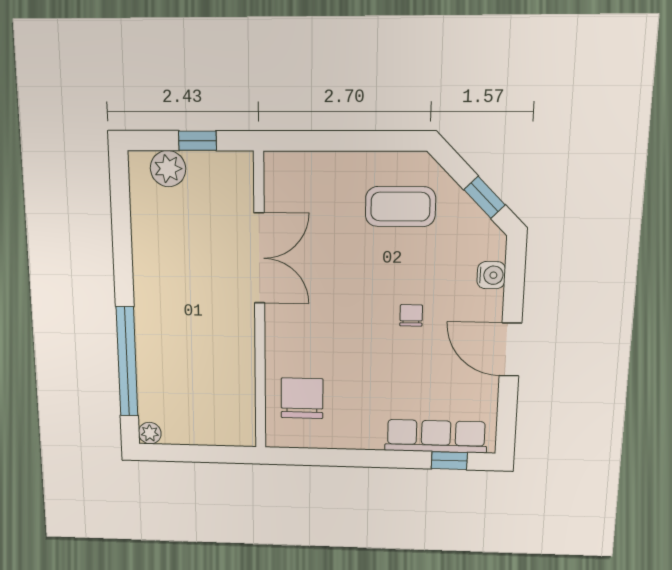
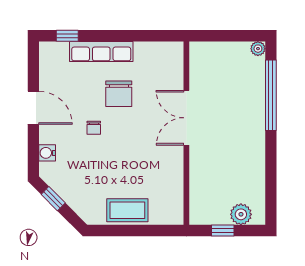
coffee table: (400, 207) -> (127, 210), moved
double door: (259, 258) -> (186, 118), moved
chair: (302, 398) -> (119, 94), moved
row of seats: (436, 436) -> (101, 51), moved

